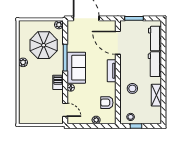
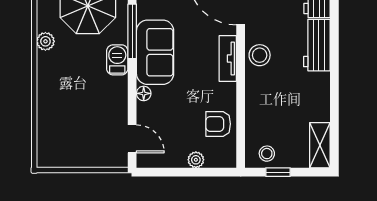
barbecue: (58, 82) -> (117, 60), moved
stool: (132, 88) -> (260, 55), moved
shelving: (156, 95) -> (320, 145), moved

